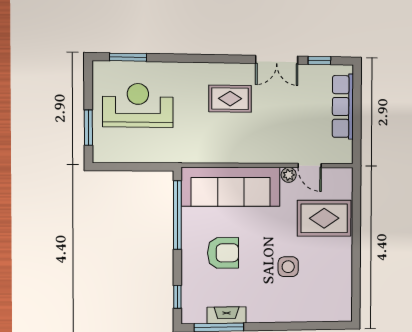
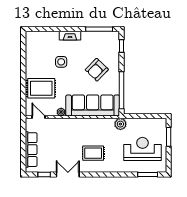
reception desk: (138, 105) -> (142, 149), turned 180
plant: (179, 152) -> (120, 124), added
door: (310, 166) -> (39, 117), moved
armchair: (223, 253) -> (97, 70), turned -46
fireplace: (227, 315) -> (70, 36), moved

